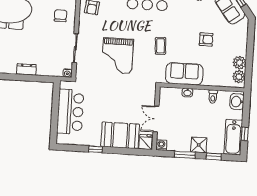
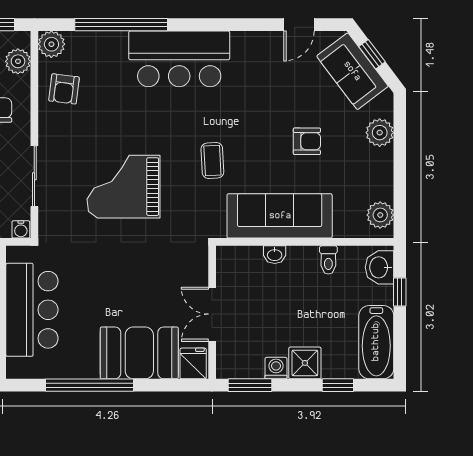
grand piano: (117, 56) -> (124, 187), turned 90
plant: (239, 63) -> (380, 133), moved
sofa: (184, 74) -> (280, 216), width x1.36
window: (245, 134) -> (400, 292), moved
washing machine: (161, 145) -> (276, 368), moved
window: (96, 149) -> (90, 385), width x3.17
window: (185, 155) -> (250, 385), moved

